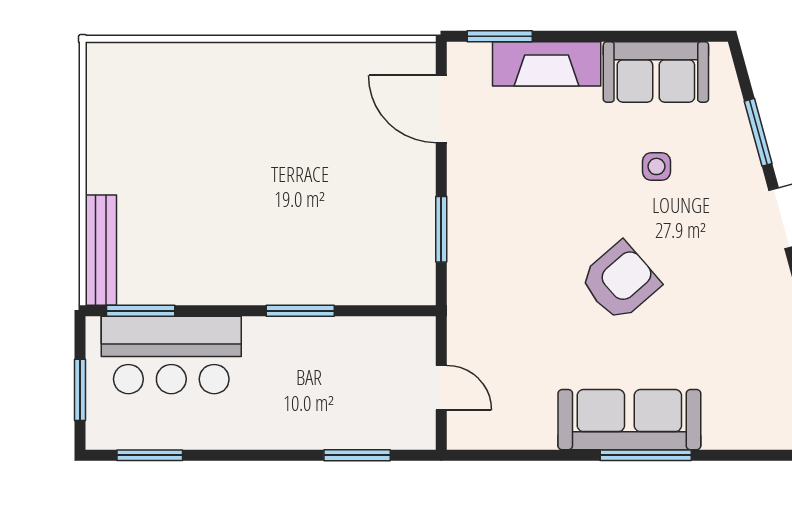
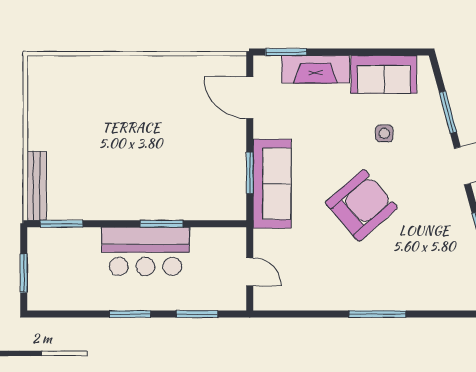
armchair: (620, 281) -> (361, 205), width x1.36, depth x1.36
bar counter: (171, 355) -> (146, 251), moved
sofa: (629, 420) -> (272, 184), moved, turned 90
window: (150, 455) -> (130, 314), moved

